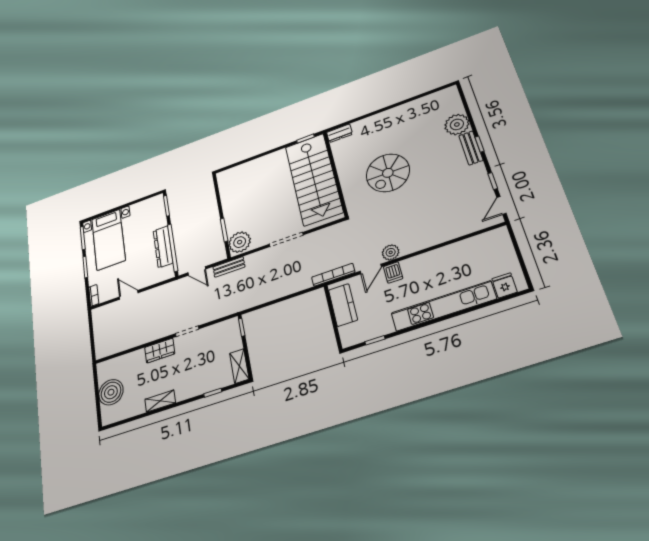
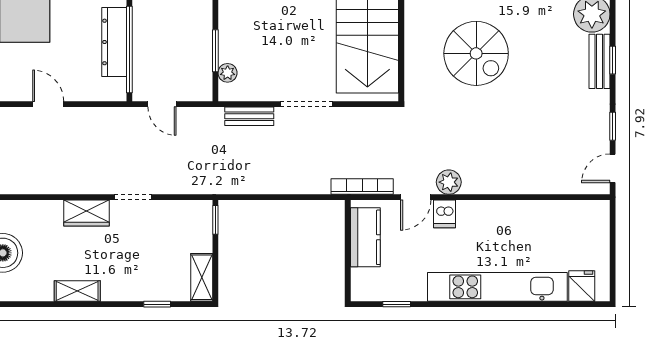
spiral stairs: (388, 173) -> (476, 53), turned -90
plant: (240, 242) -> (228, 73), width x0.53, depth x0.53
bench: (229, 267) -> (249, 116), moved

